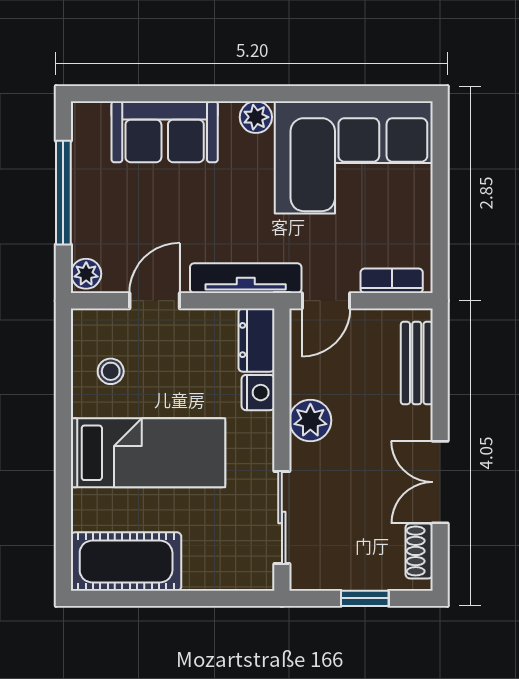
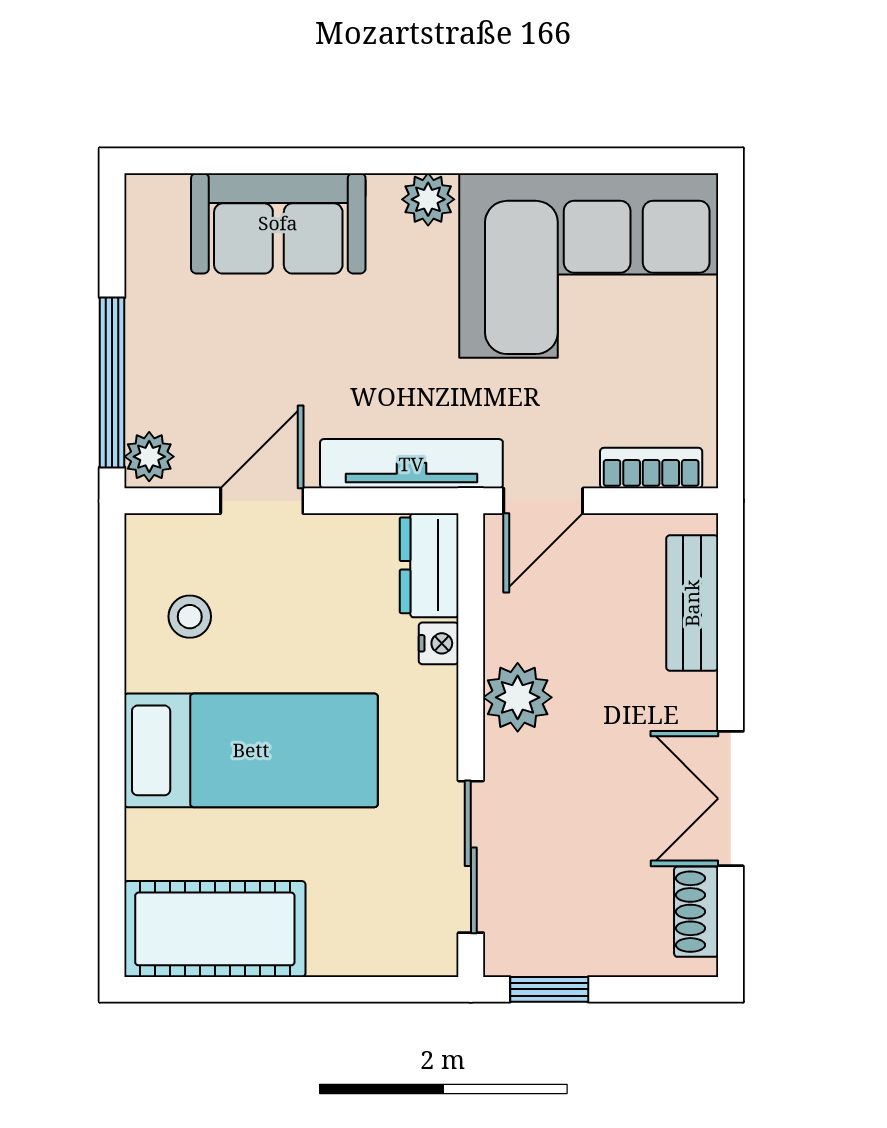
window: (63, 193) -> (112, 382), moved
nightstand: (258, 393) -> (439, 643), width x0.72, depth x0.74
window: (365, 598) -> (549, 989), moved

